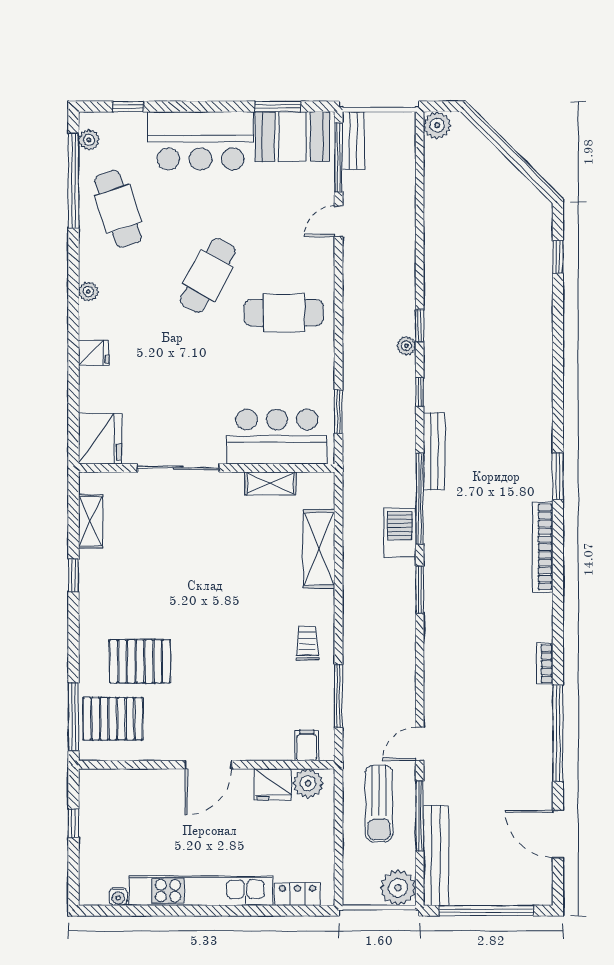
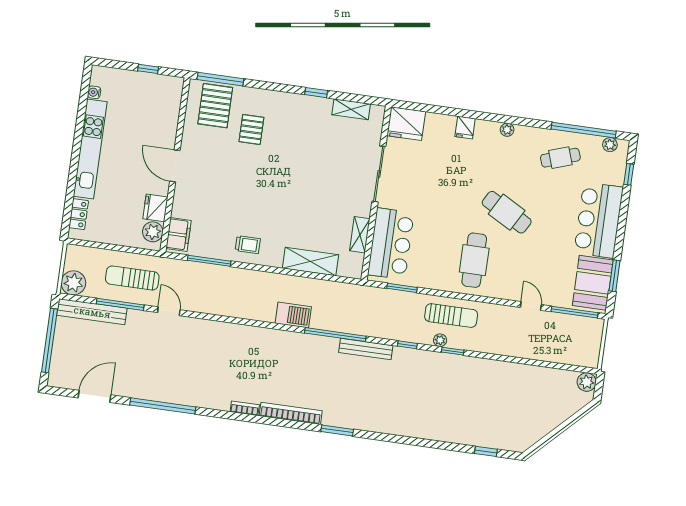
bench: (353, 140) -> (584, 324), removed
cafe table: (118, 209) -> (560, 158), width x0.73, depth x0.74
sun lounger: (368, 335) -> (451, 316), added
barbecue: (400, 533) -> (293, 315), moved
window: (420, 590) -> (273, 326), removed
pallet: (140, 661) -> (251, 129), width x0.67, depth x0.71
bookcase: (545, 664) -> (245, 408), moved
filing cabinet: (307, 746) -> (179, 235), width x2.00

